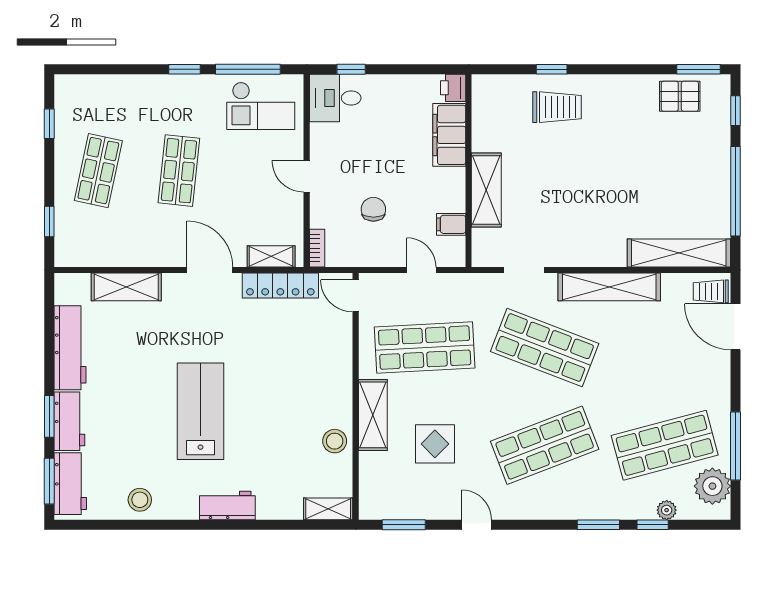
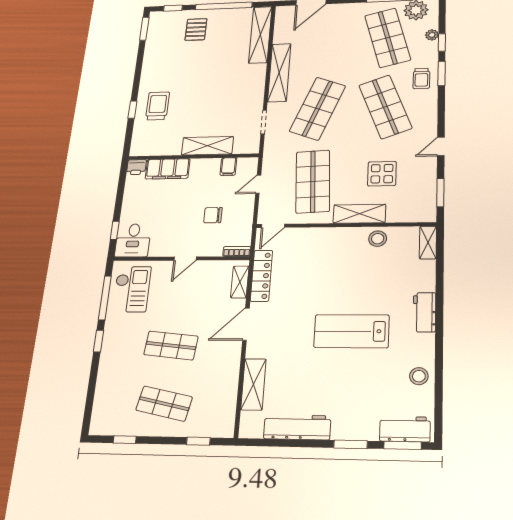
pallet: (680, 96) -> (196, 29), moved
trolley: (711, 291) -> (421, 78), moved
workbench: (69, 421) -> (355, 429), removed

